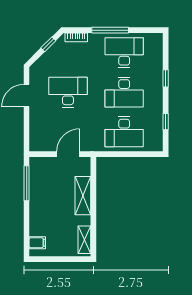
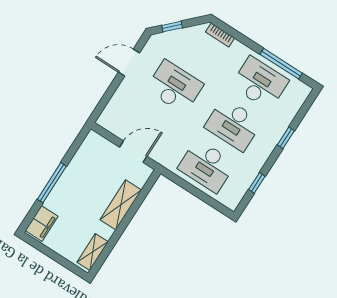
window: (110, 30) -> (281, 64), moved
window: (48, 44) -> (172, 27), moved
window: (27, 183) -> (52, 183), moved
filing cabinet: (37, 243) -> (42, 223), width x2.00

